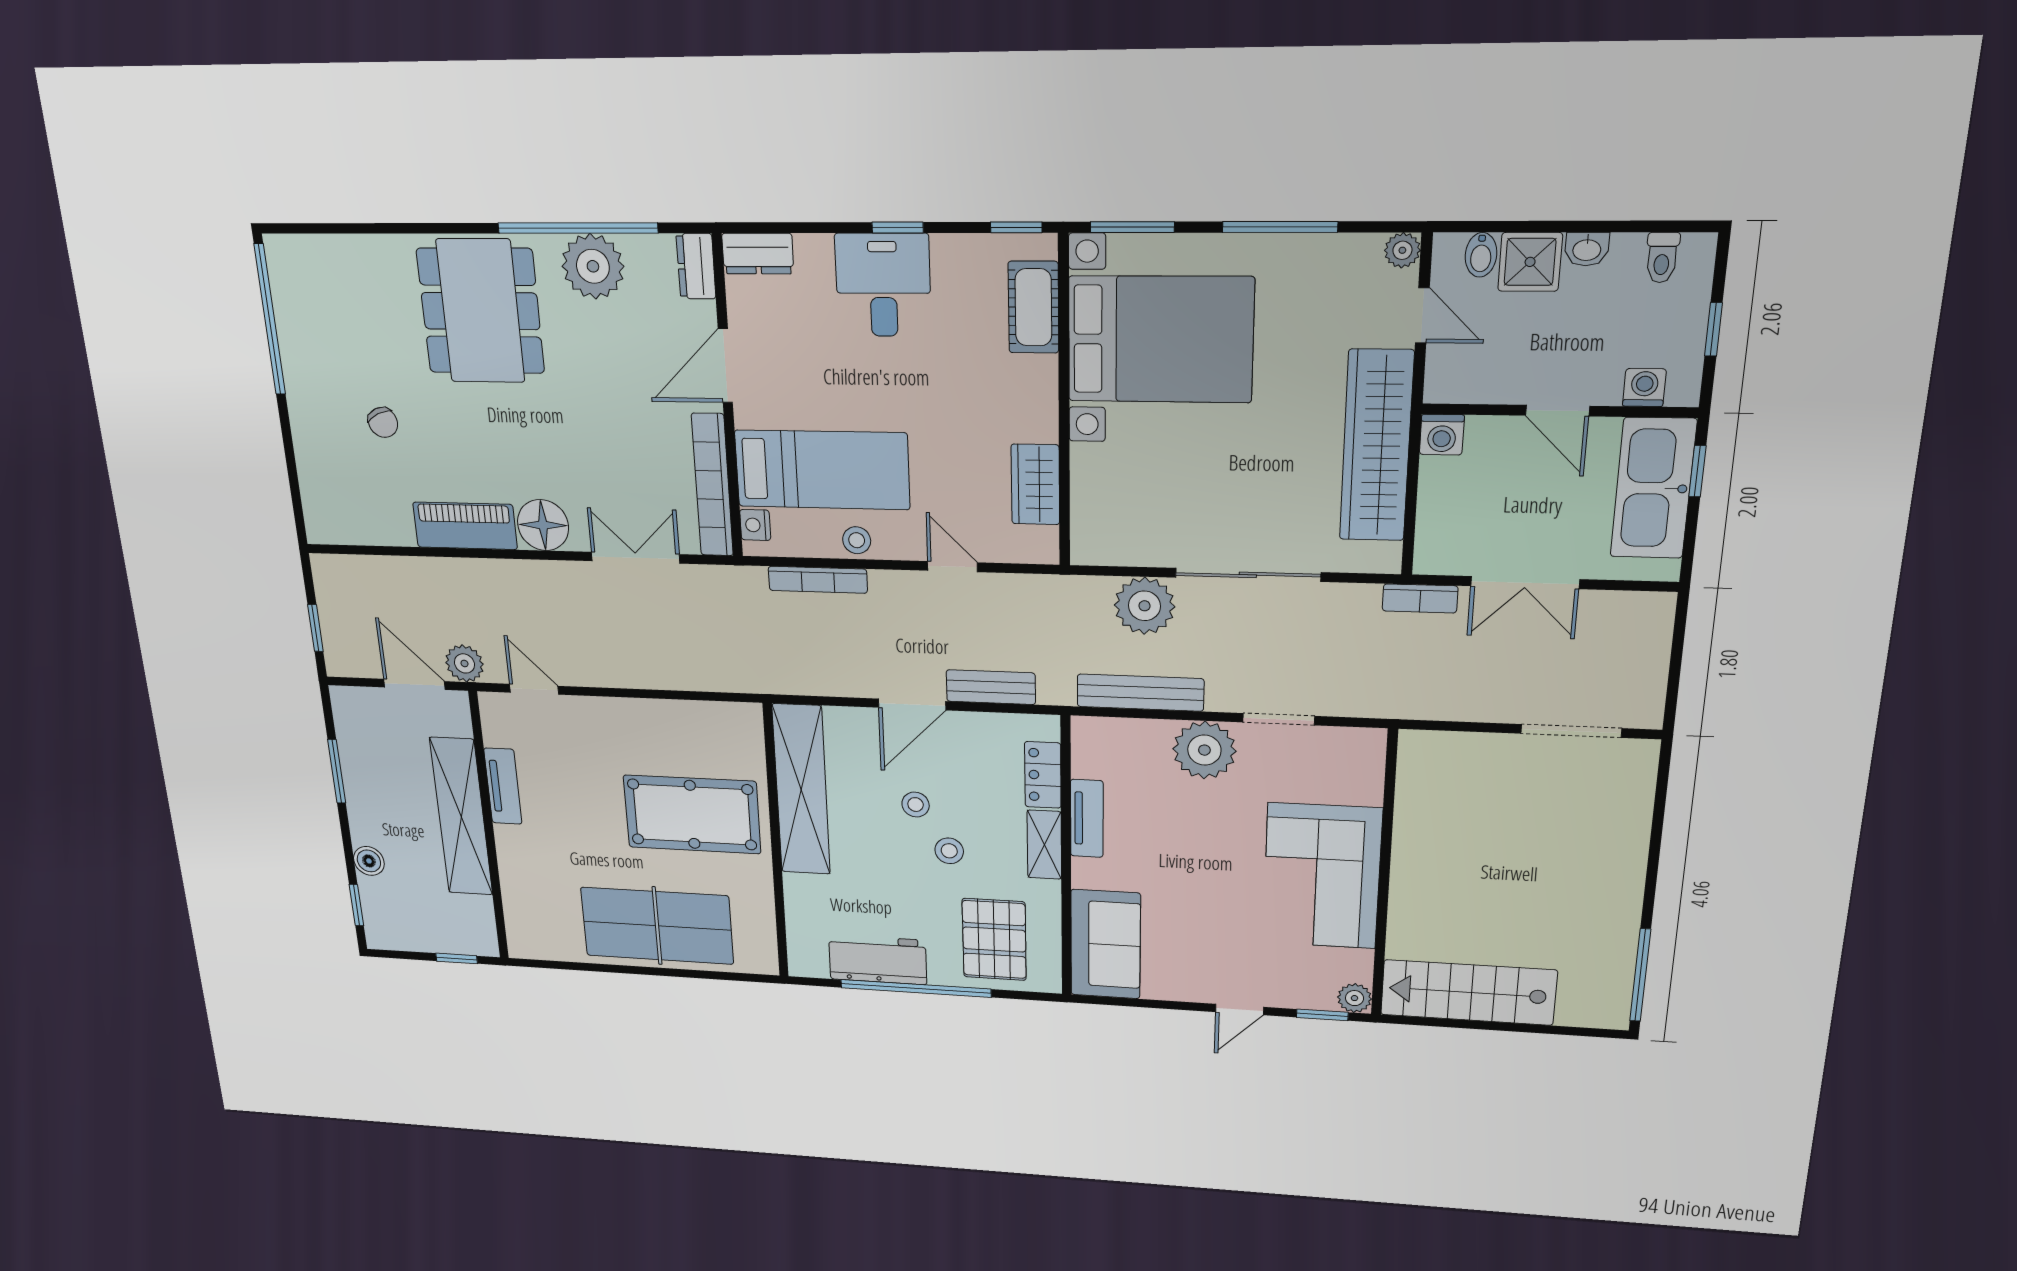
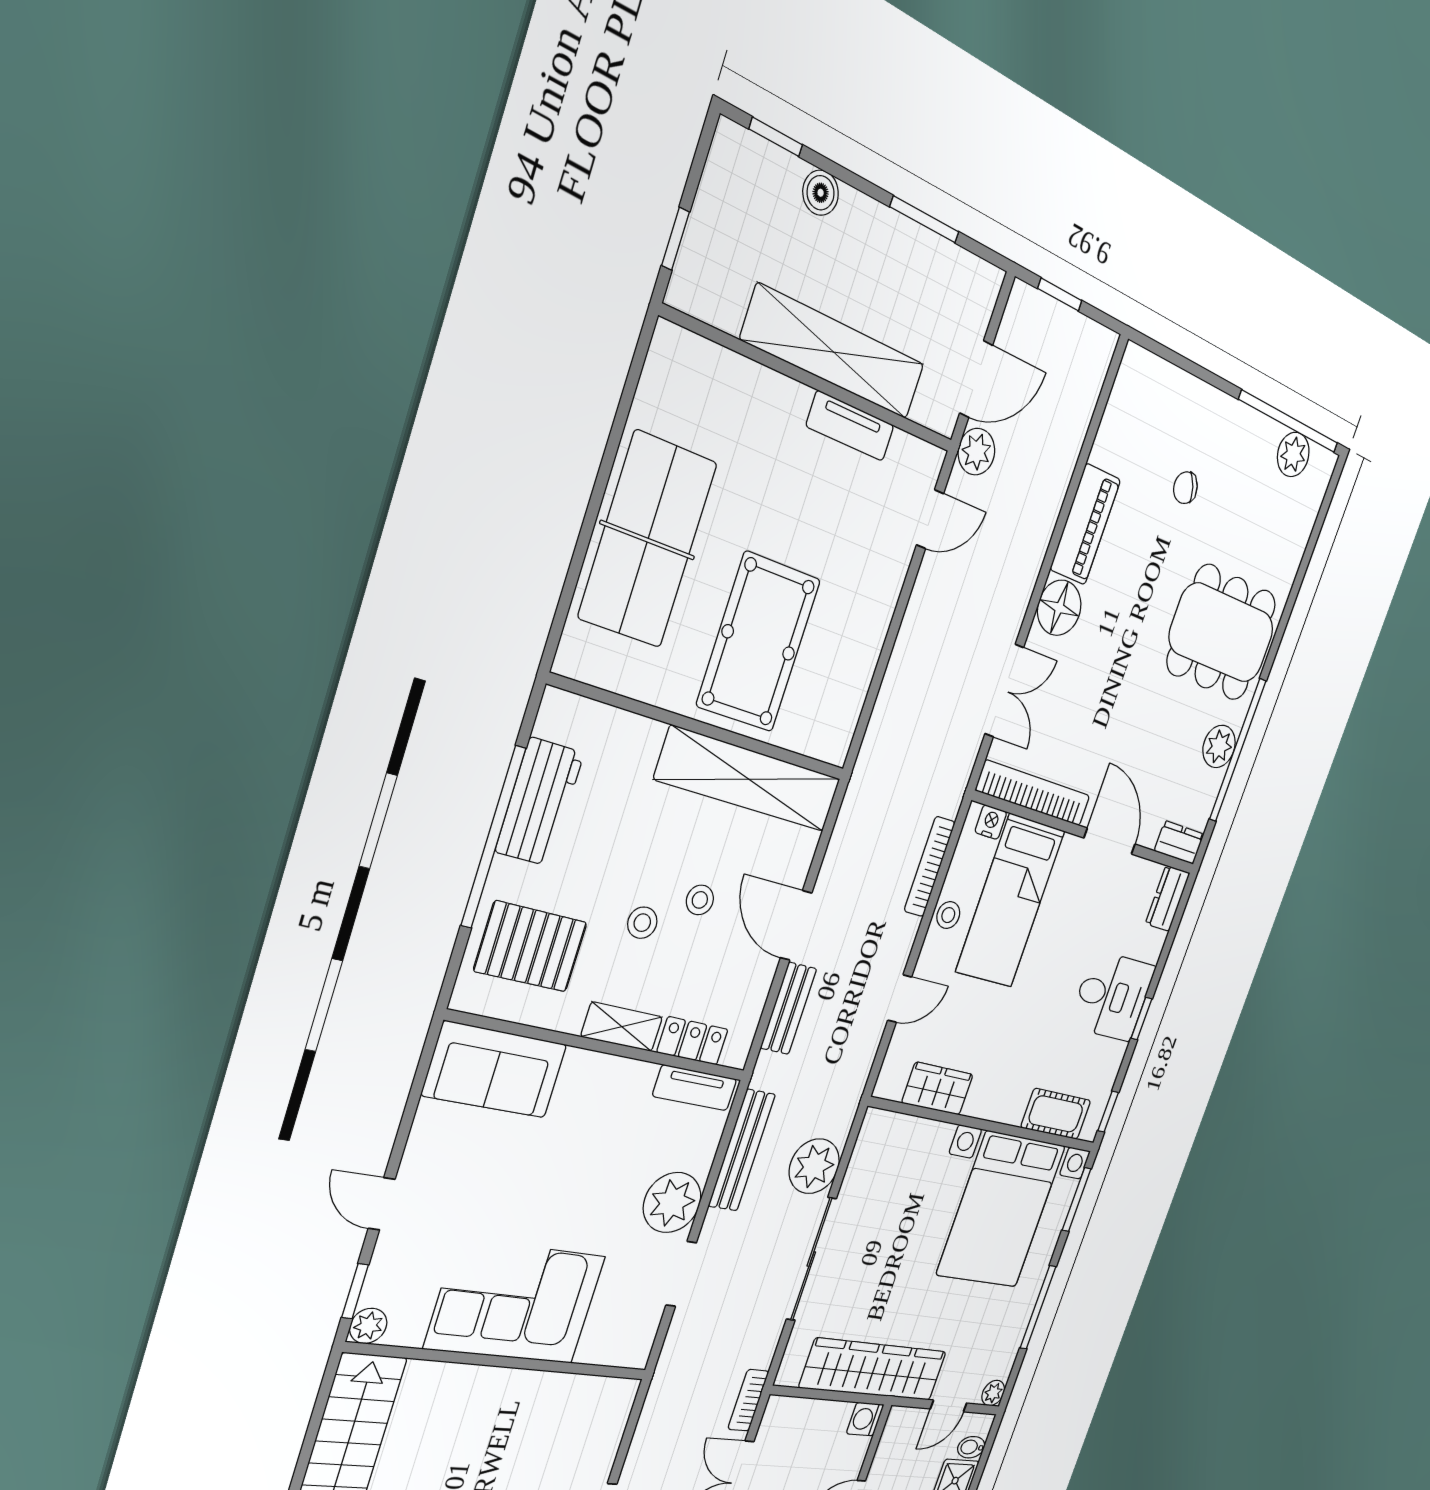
plant: (593, 266) -> (1219, 746), width x0.73, depth x0.73
plant: (292, 298) -> (1293, 455), added
tv unit: (1087, 818) -> (695, 1088), moved

